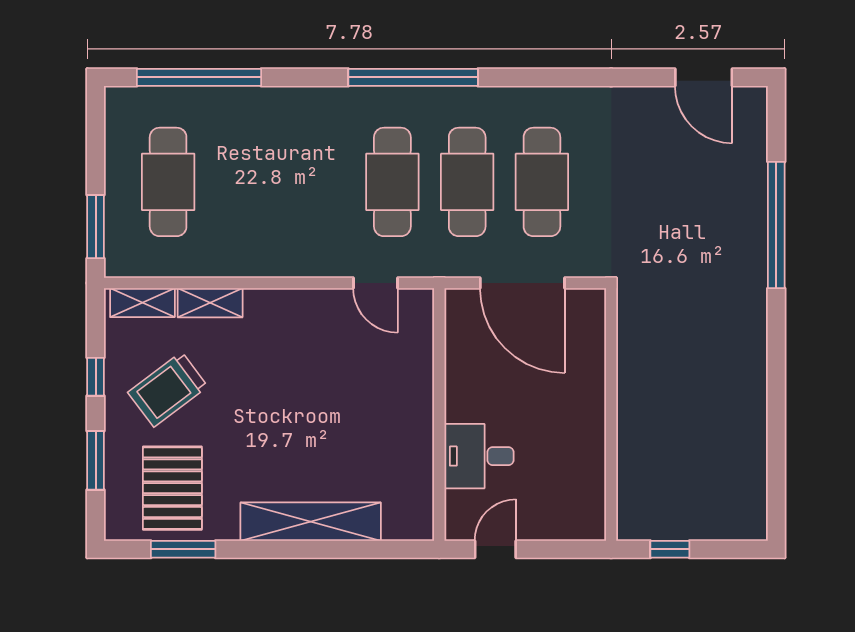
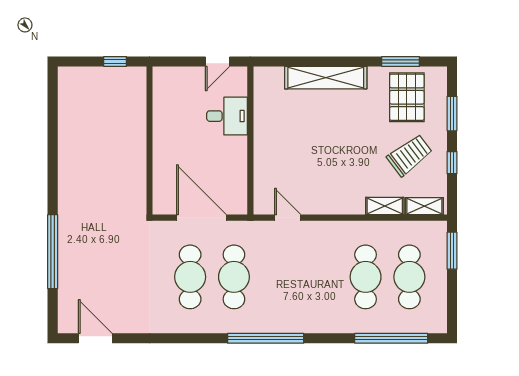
cafe table: (392, 182) -> (366, 277), moved

